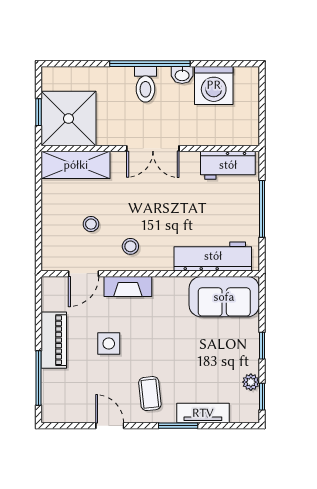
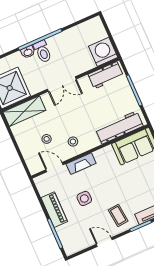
washbasin: (182, 75) -> (28, 52), moved
washing machine: (214, 85) -> (103, 52), moved, turned 180
door: (84, 274) -> (54, 167), swing flipped

